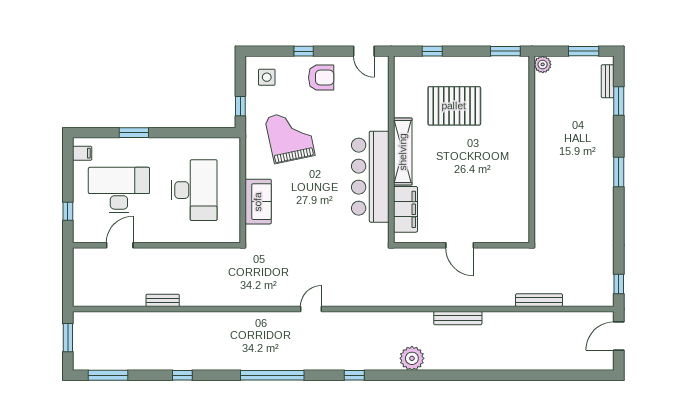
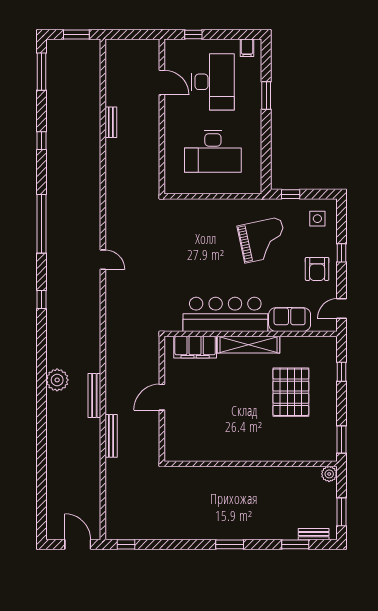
sofa: (258, 202) -> (290, 320), moved, turned 180
bench: (539, 300) -> (111, 436), moved
plant: (412, 358) -> (57, 380), moved

